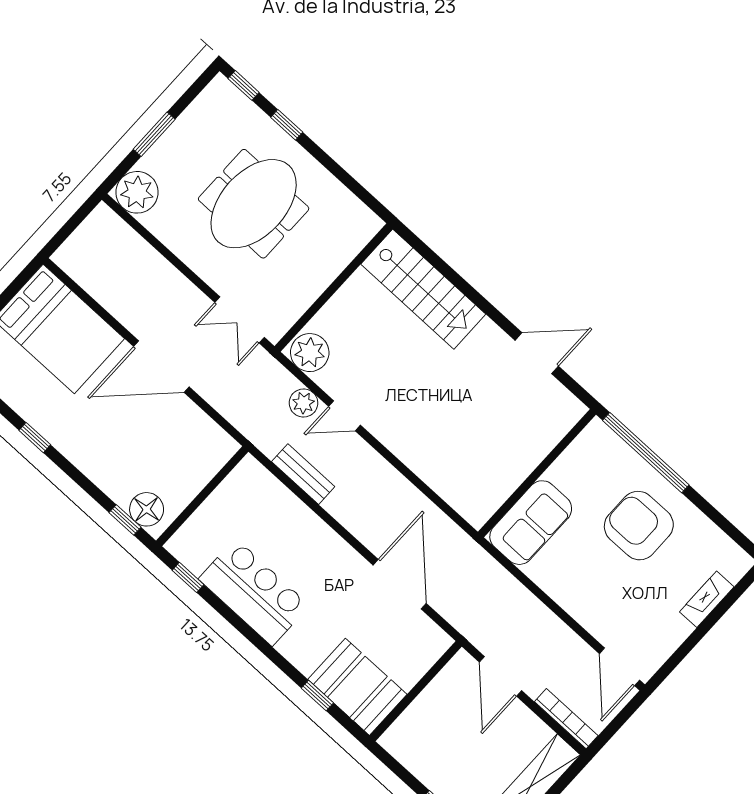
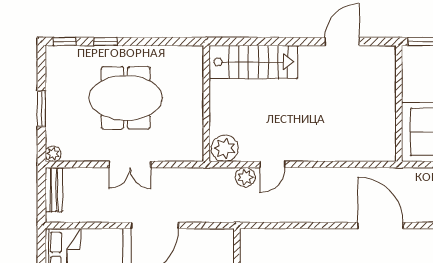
plant: (137, 192) -> (53, 154), width x0.53, depth x0.53
meeting table: (254, 204) -> (126, 98), turned 90
double door: (240, 320) -> (130, 164), moved
bench: (303, 474) -> (54, 190), moved, turned 90

